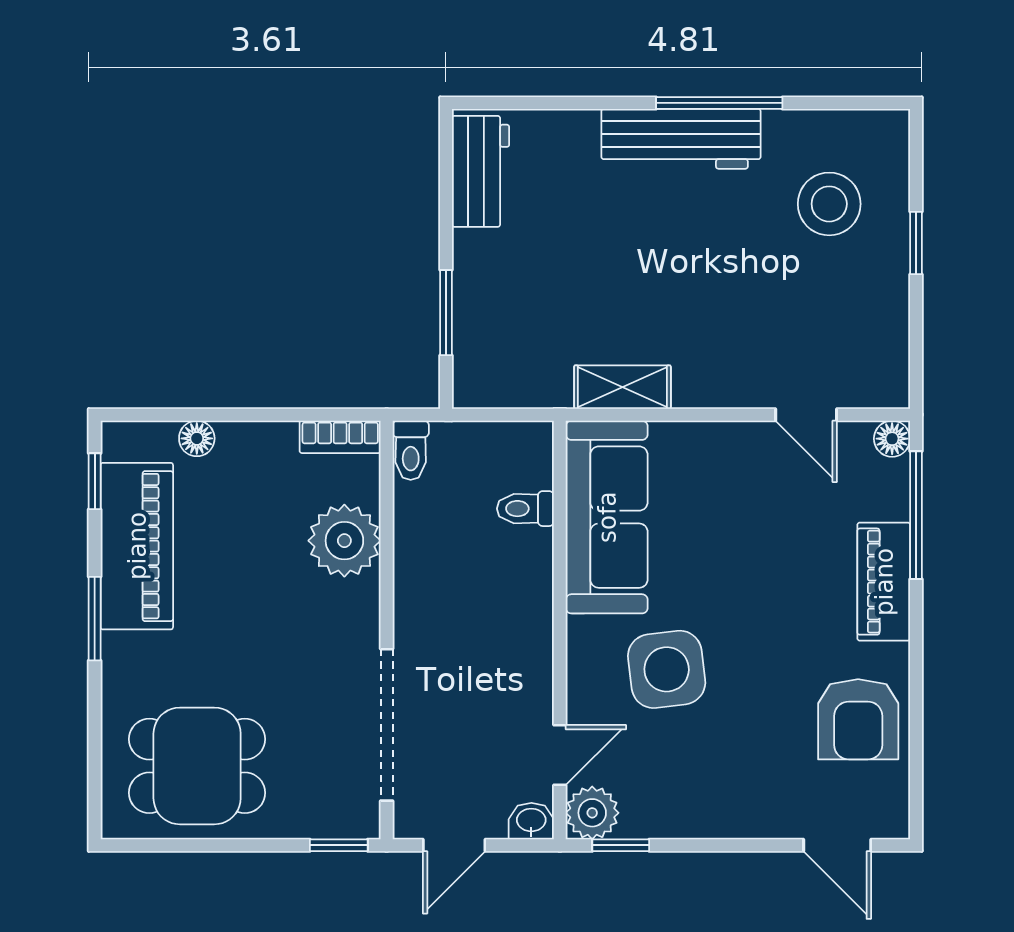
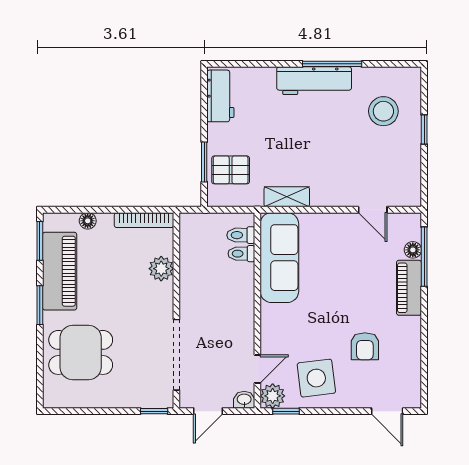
pallet: (502, 330) -> (231, 170), added
bookcase: (340, 437) -> (144, 220), width x1.56
floor lamp: (892, 439) -> (413, 250), moved
toilet: (411, 450) -> (241, 235), moved, turned 90
window: (95, 481) -> (40, 241), width x1.50
plant: (344, 541) -> (161, 269), width x0.73, depth x0.73
side table: (667, 669) -> (316, 378), moved
armchair: (858, 719) -> (365, 346), moved, width x0.72, depth x0.72
dining table: (197, 766) -> (81, 352), moved

